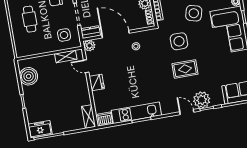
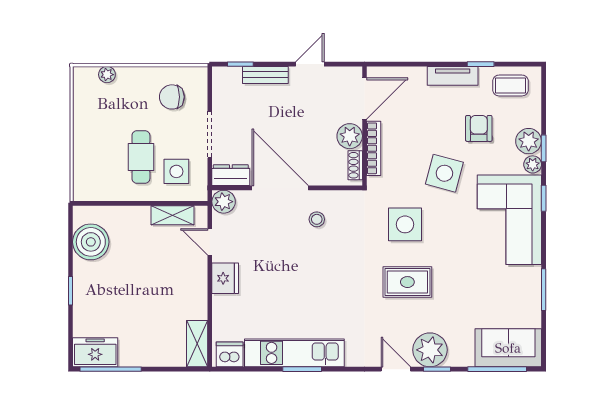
cafe table: (30, 19) -> (141, 157), moved

